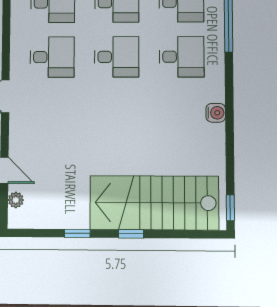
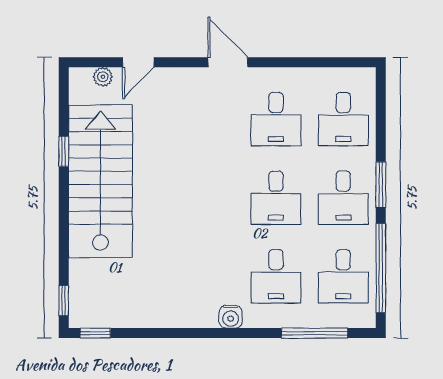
water cooler: (216, 113) -> (231, 317), moved
stairs: (154, 203) -> (100, 181), moved
window: (131, 234) -> (64, 301), moved

